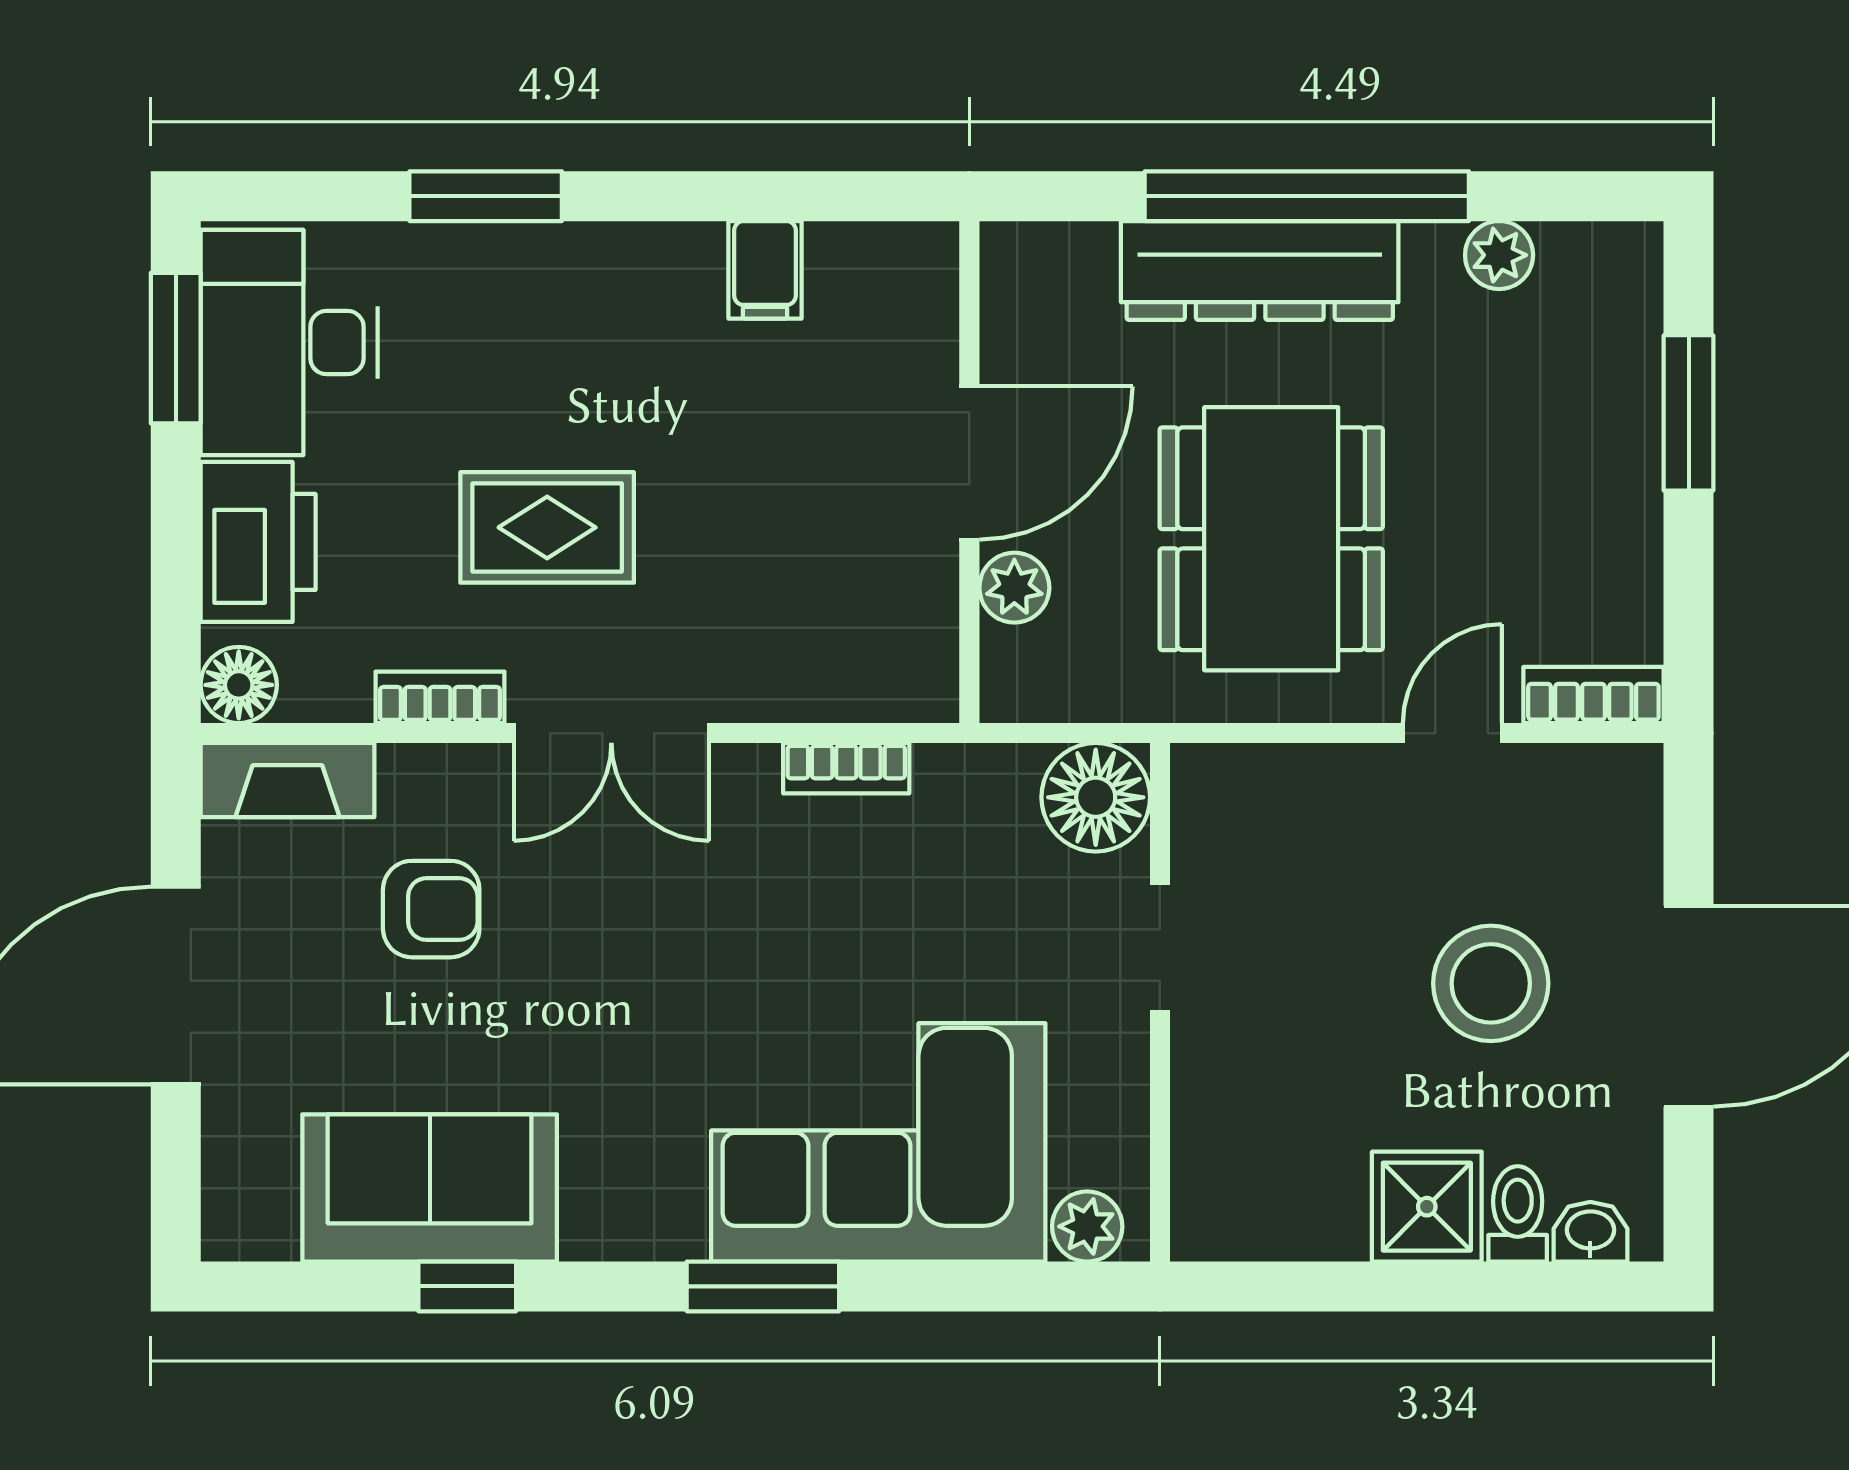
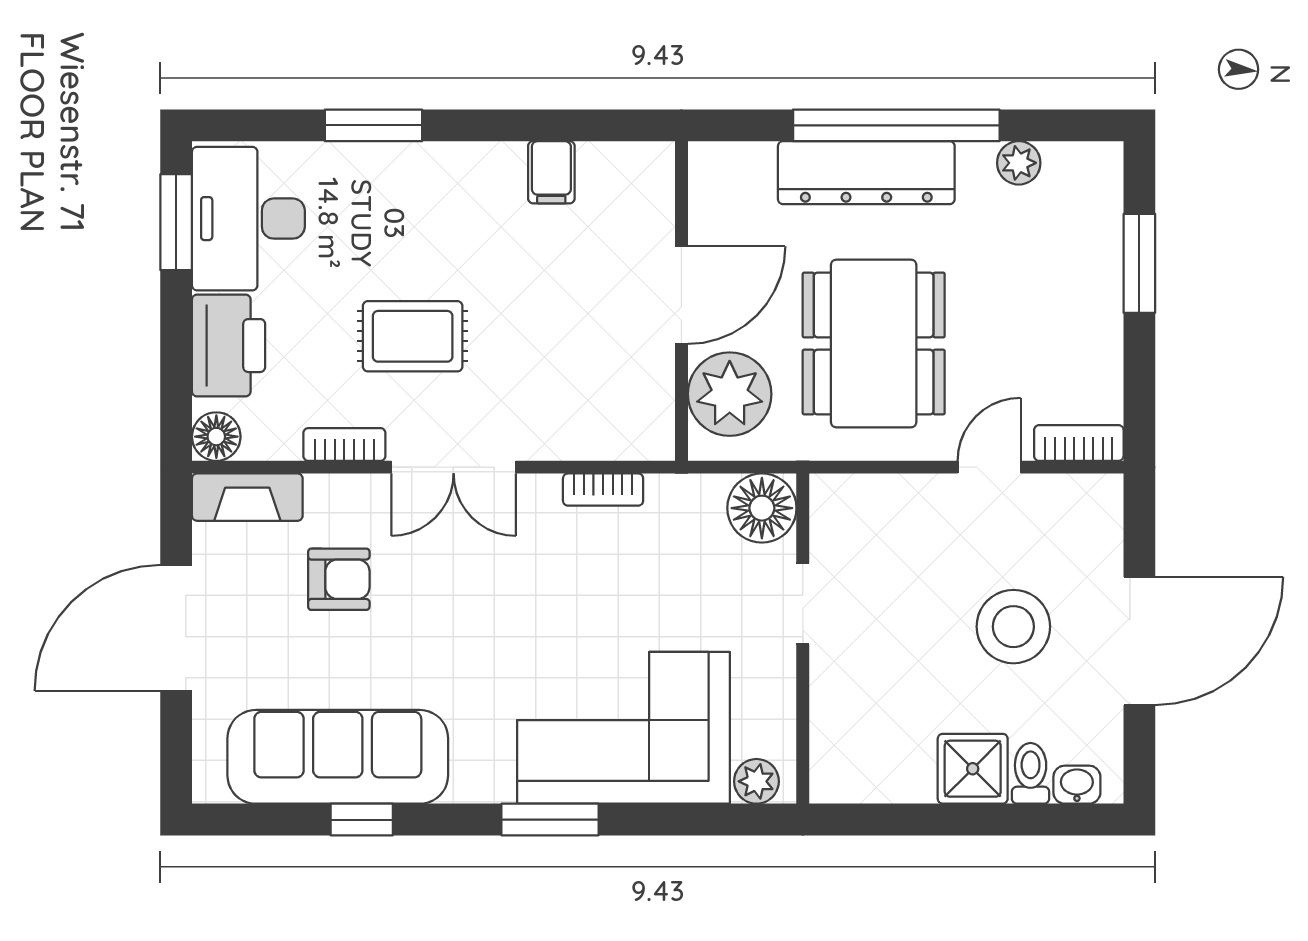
plant: (1014, 588) -> (730, 394), width x1.88, depth x1.88
sofa: (430, 1188) -> (338, 757), width x1.36

